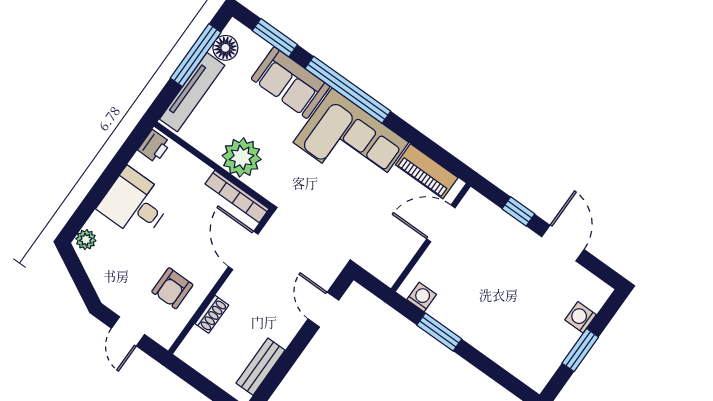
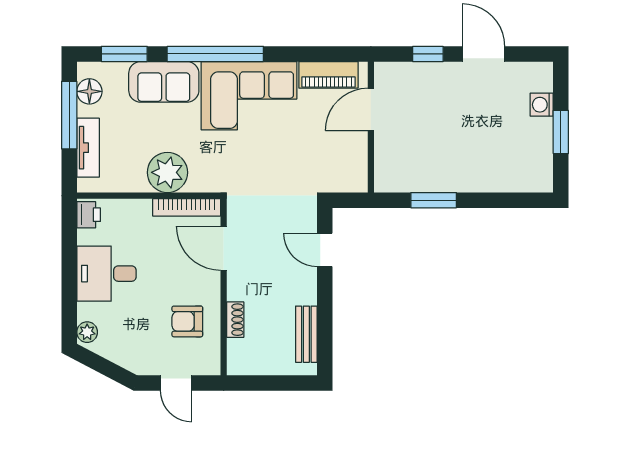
tv unit: (192, 92) -> (88, 148), width x0.71
armchair: (172, 288) -> (187, 321), turned 90
washing machine: (422, 297) -> (398, 182), removed

